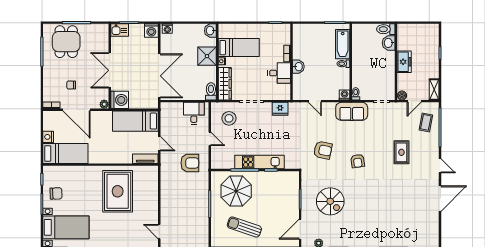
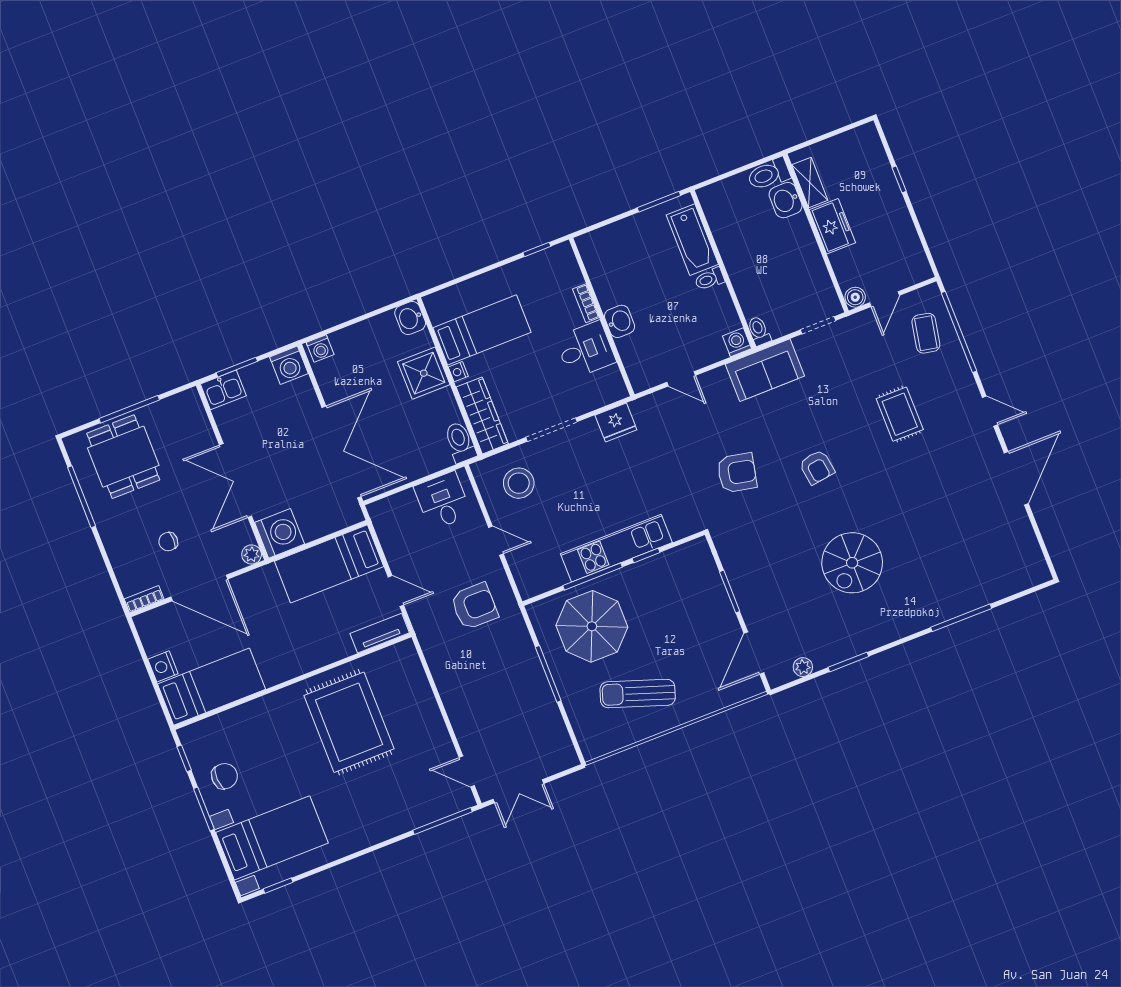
shelving: (434, 90) -> (810, 183), moved
spiral stairs: (330, 201) -> (852, 563), moved, turned 90

